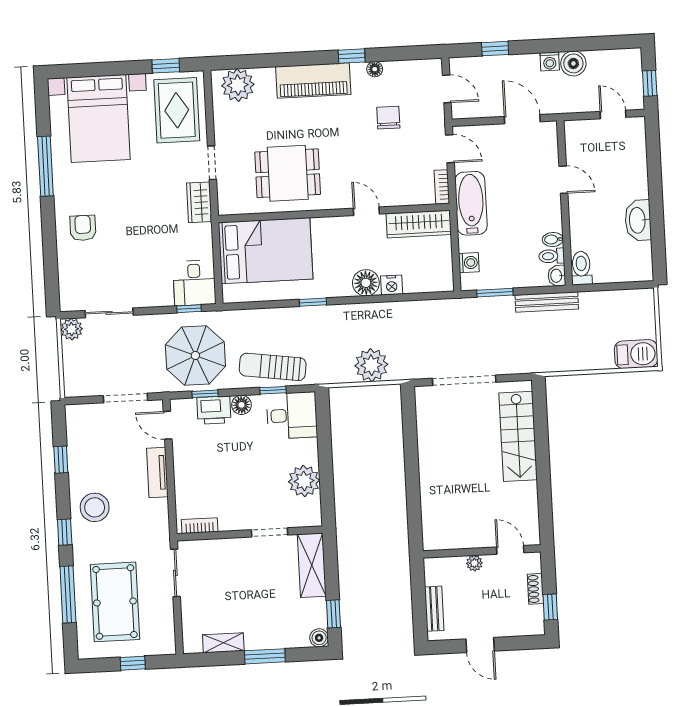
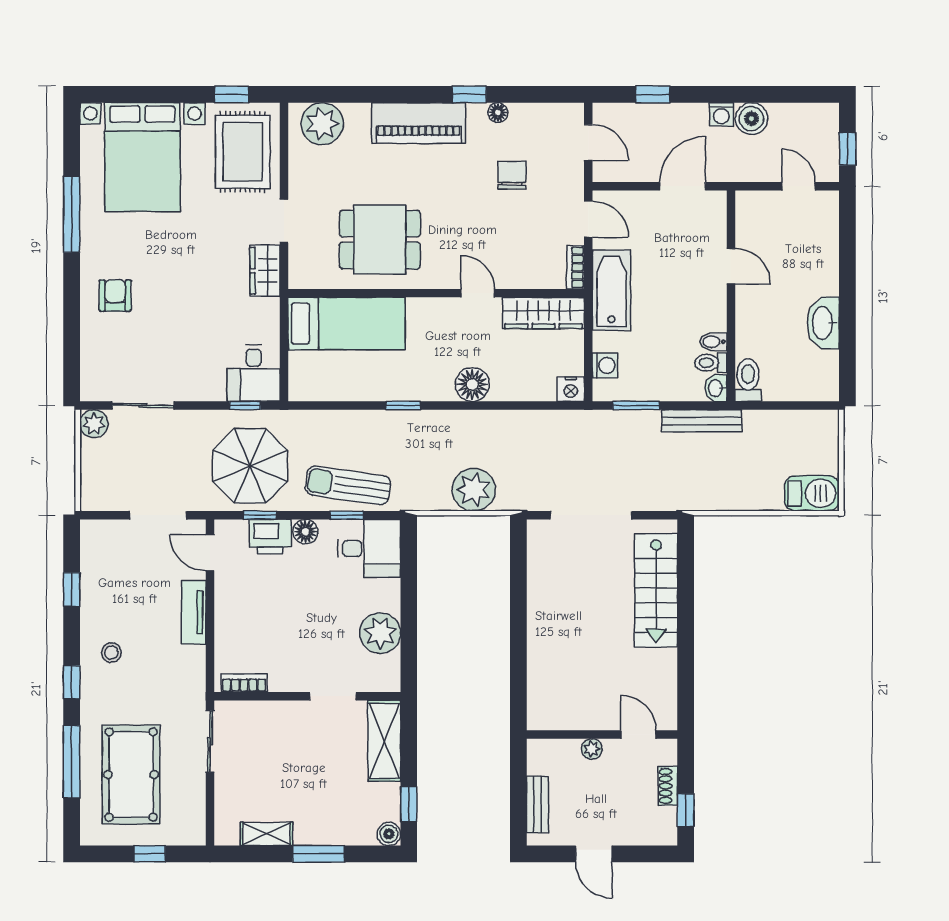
door: (522, 119) -> (683, 186), hinge flipped
bed: (266, 251) -> (347, 324), width x0.67
nightstand: (392, 285) -> (571, 389), moved
stool: (95, 507) -> (111, 653), width x0.53, depth x0.53

